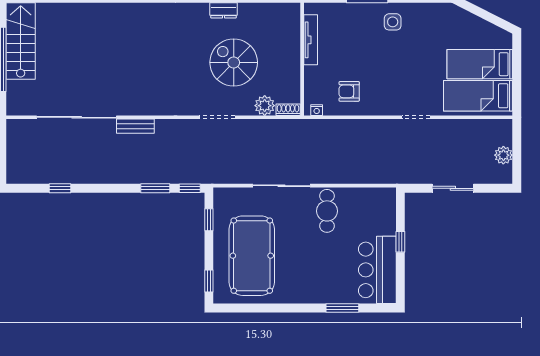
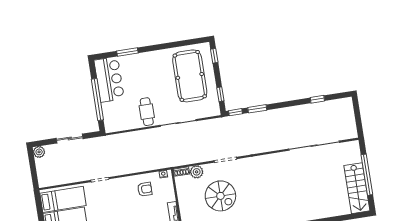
bench: (135, 126) -> (276, 146), removed
plant: (503, 155) -> (39, 152), moved
window: (400, 242) -> (97, 99), width x3.17

